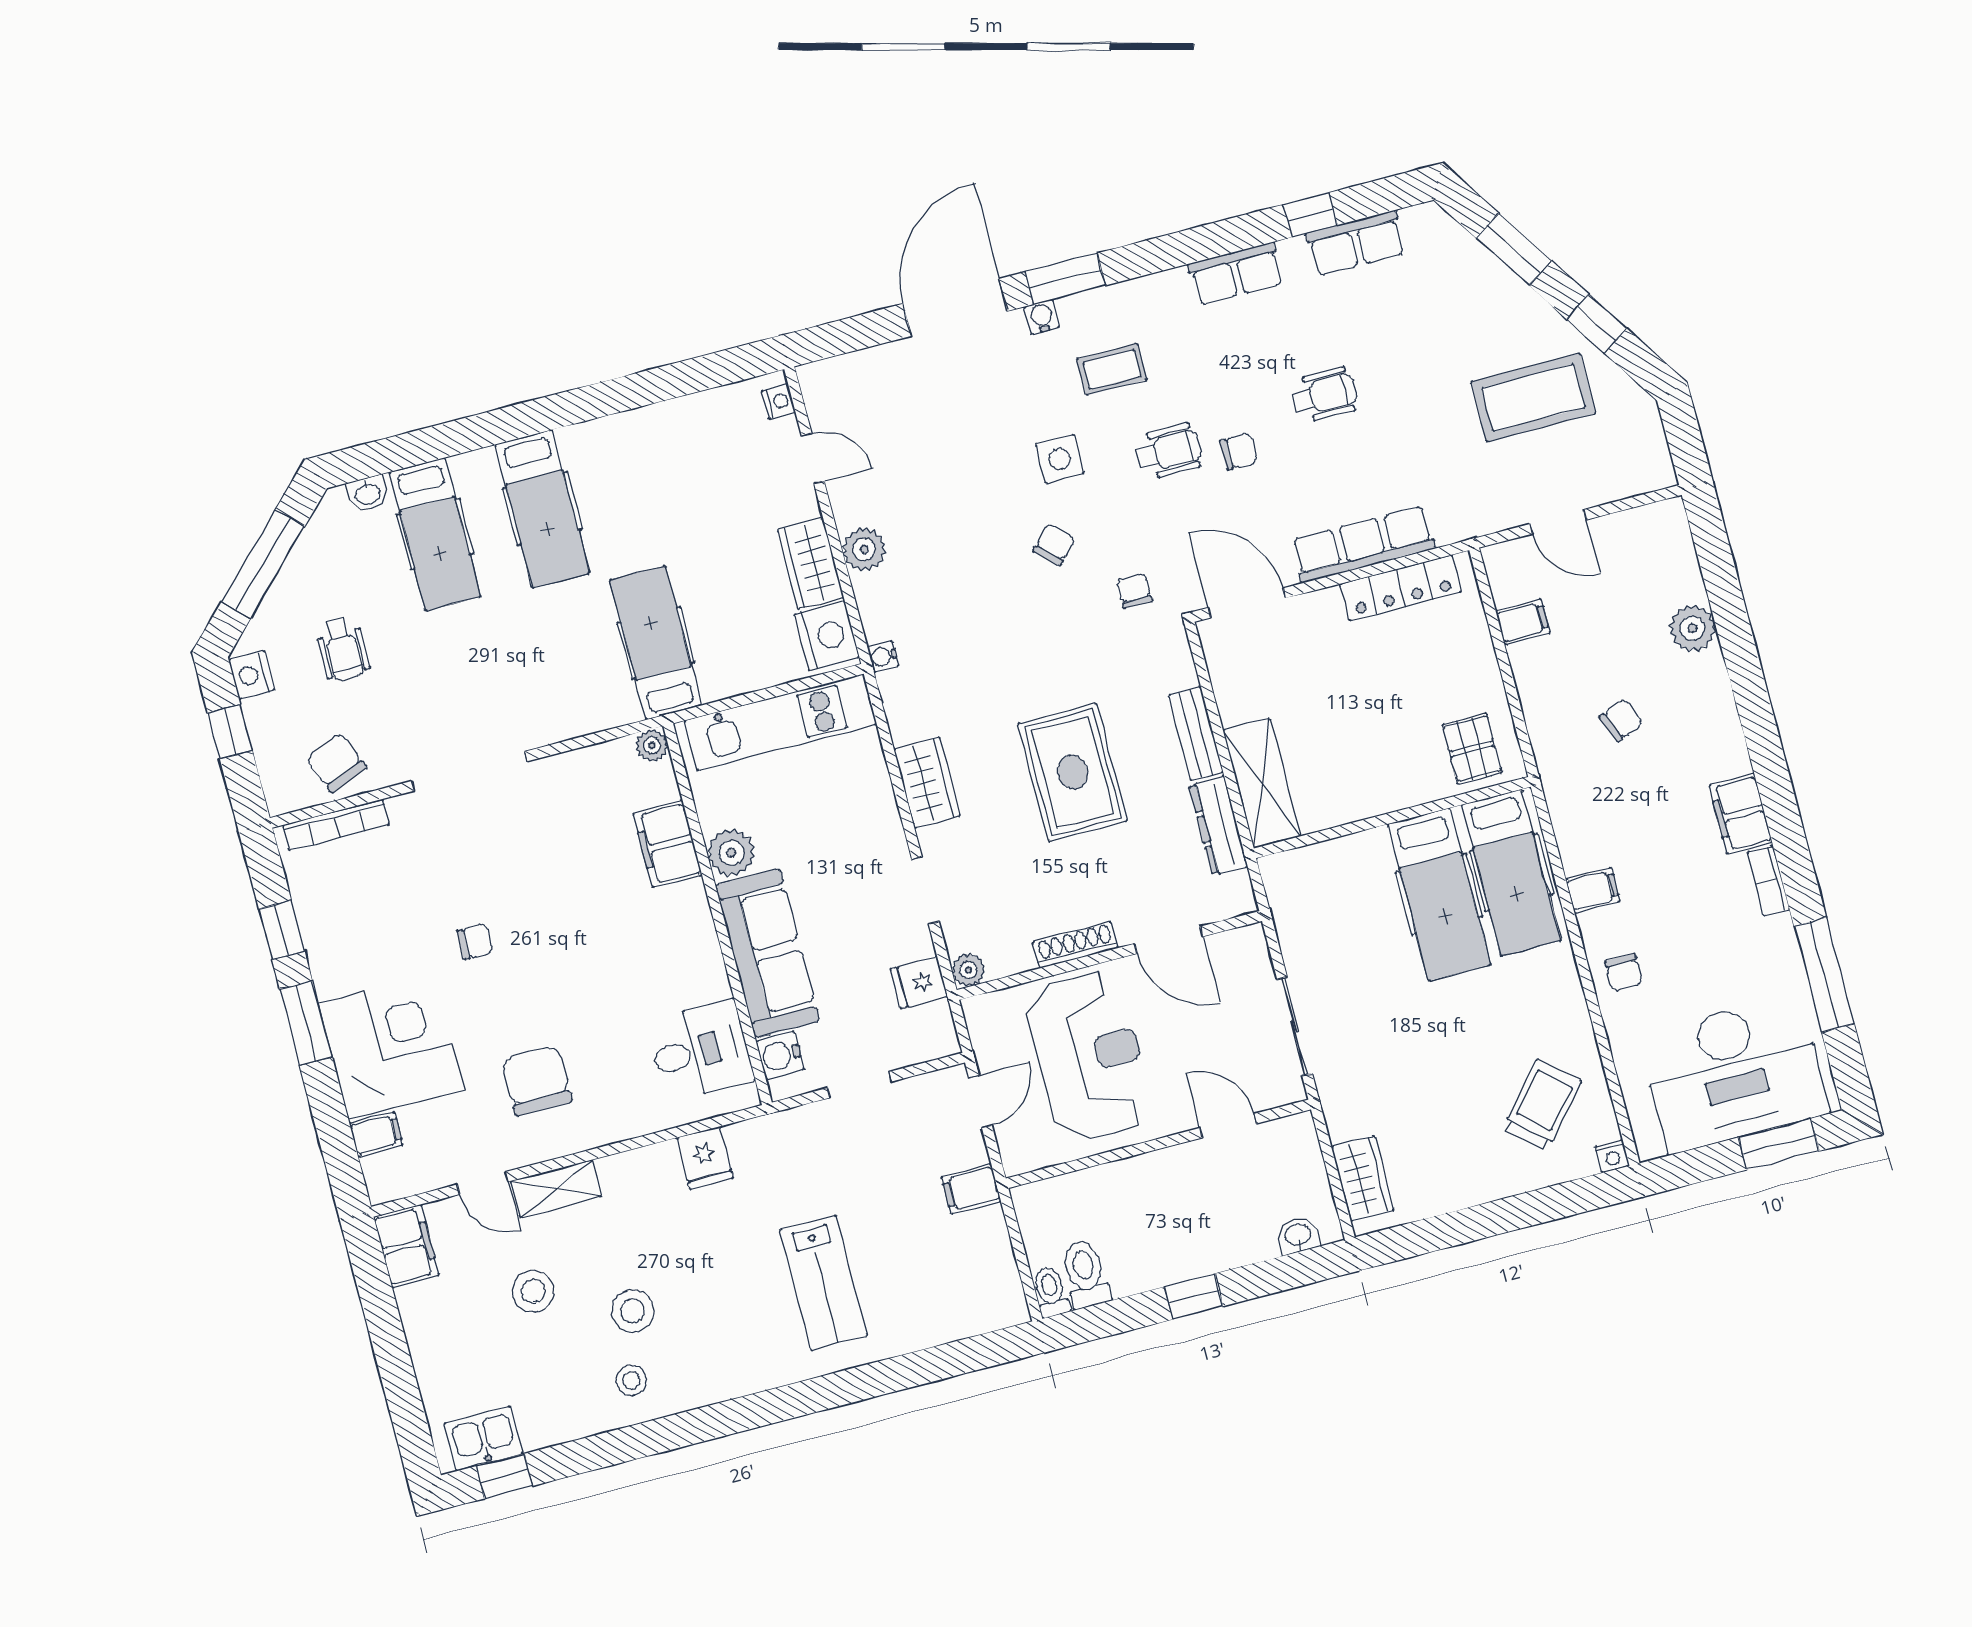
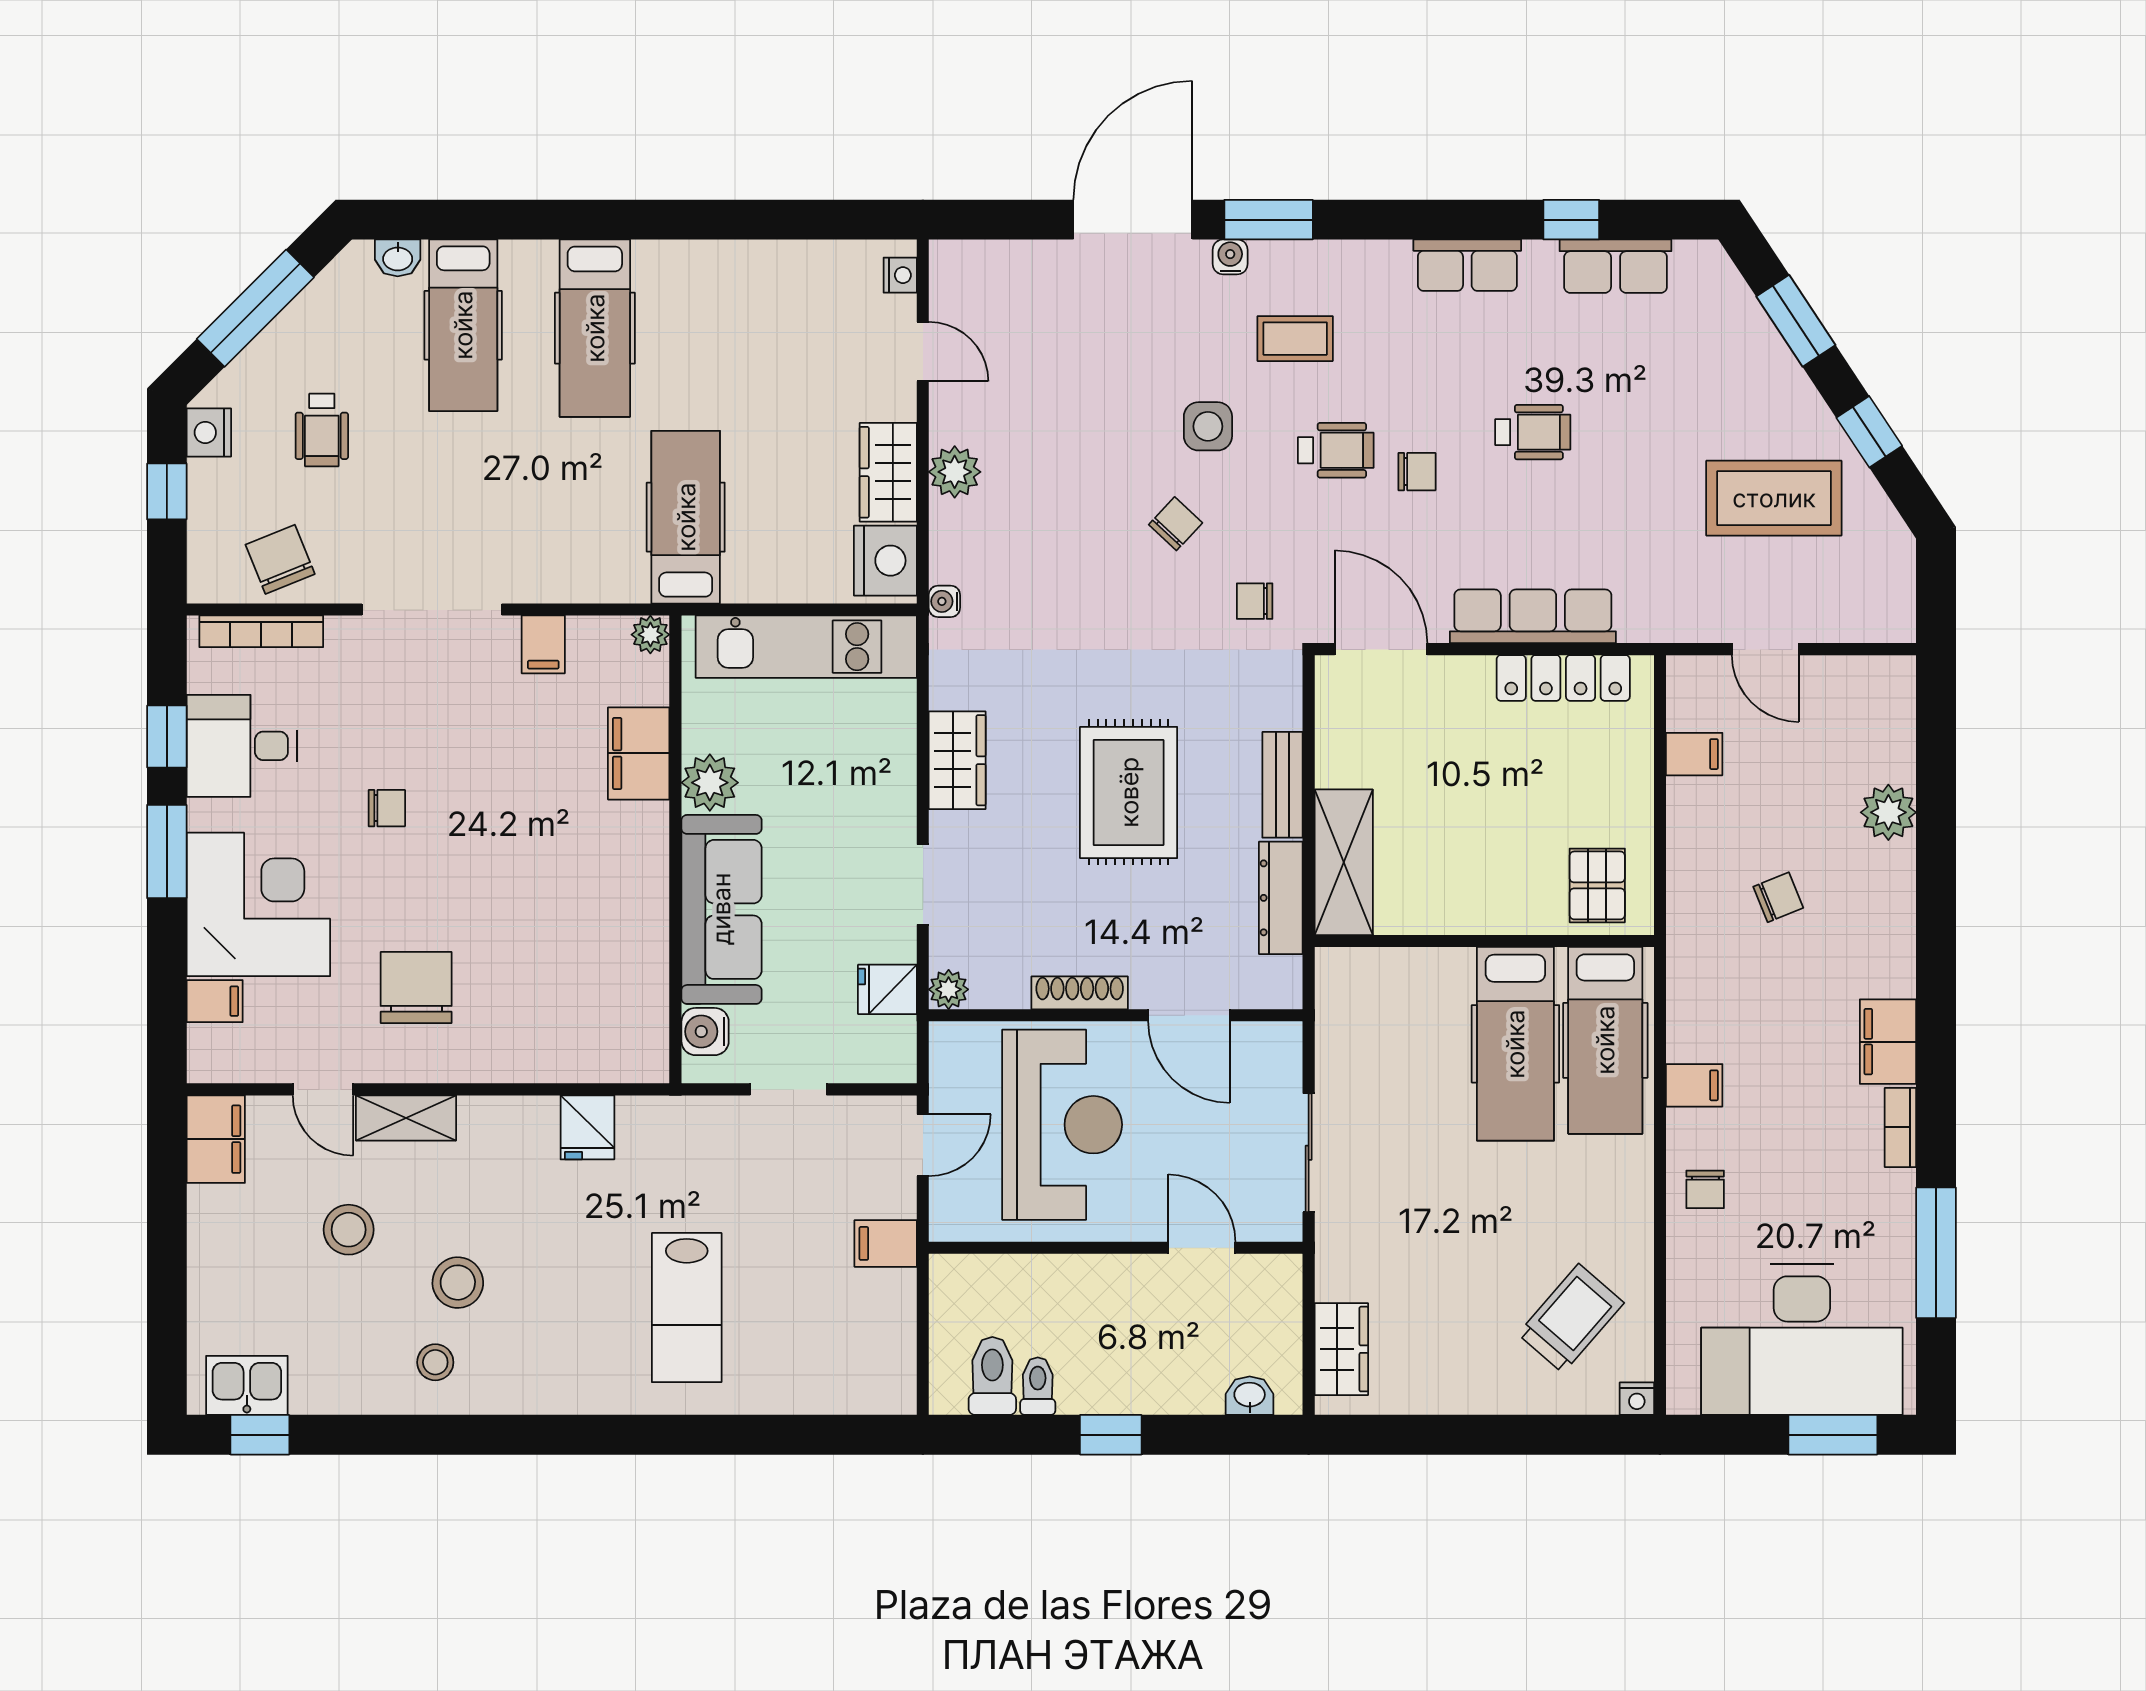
chair: (1134, 591) -> (1255, 601), turned -90
filing cabinet: (567, 776) -> (543, 644), added
desk: (700, 1051) -> (242, 746), moved, turned 180
toilet: (1051, 1292) -> (1038, 1386), moved

